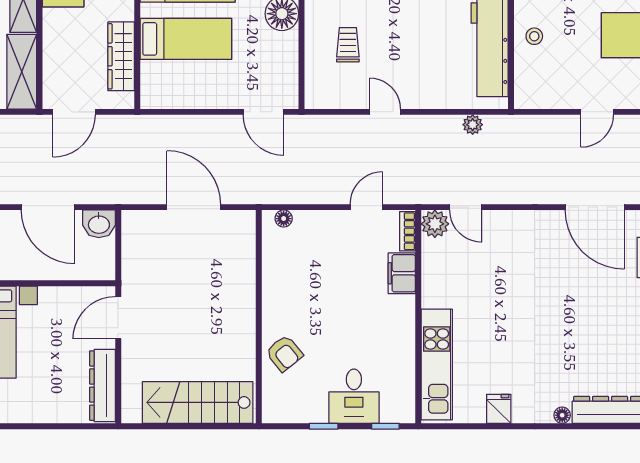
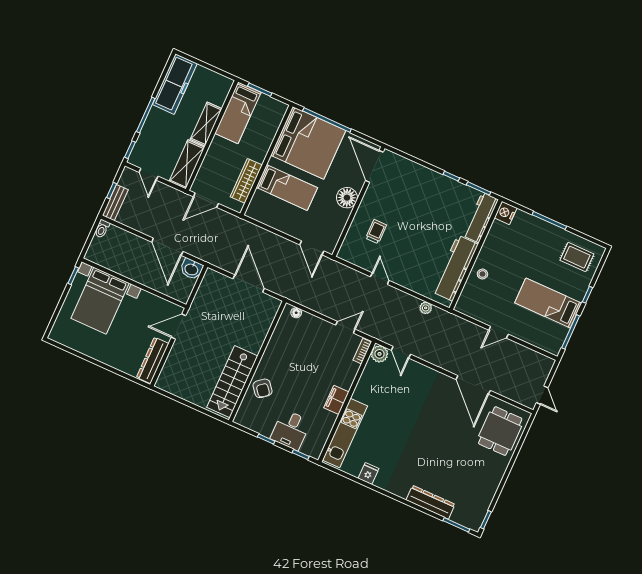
filing cabinet: (402, 273) -> (336, 400), moved
stairs: (198, 402) -> (232, 382), moved, turned -90
floor lamp: (562, 415) -> (402, 493), removed

